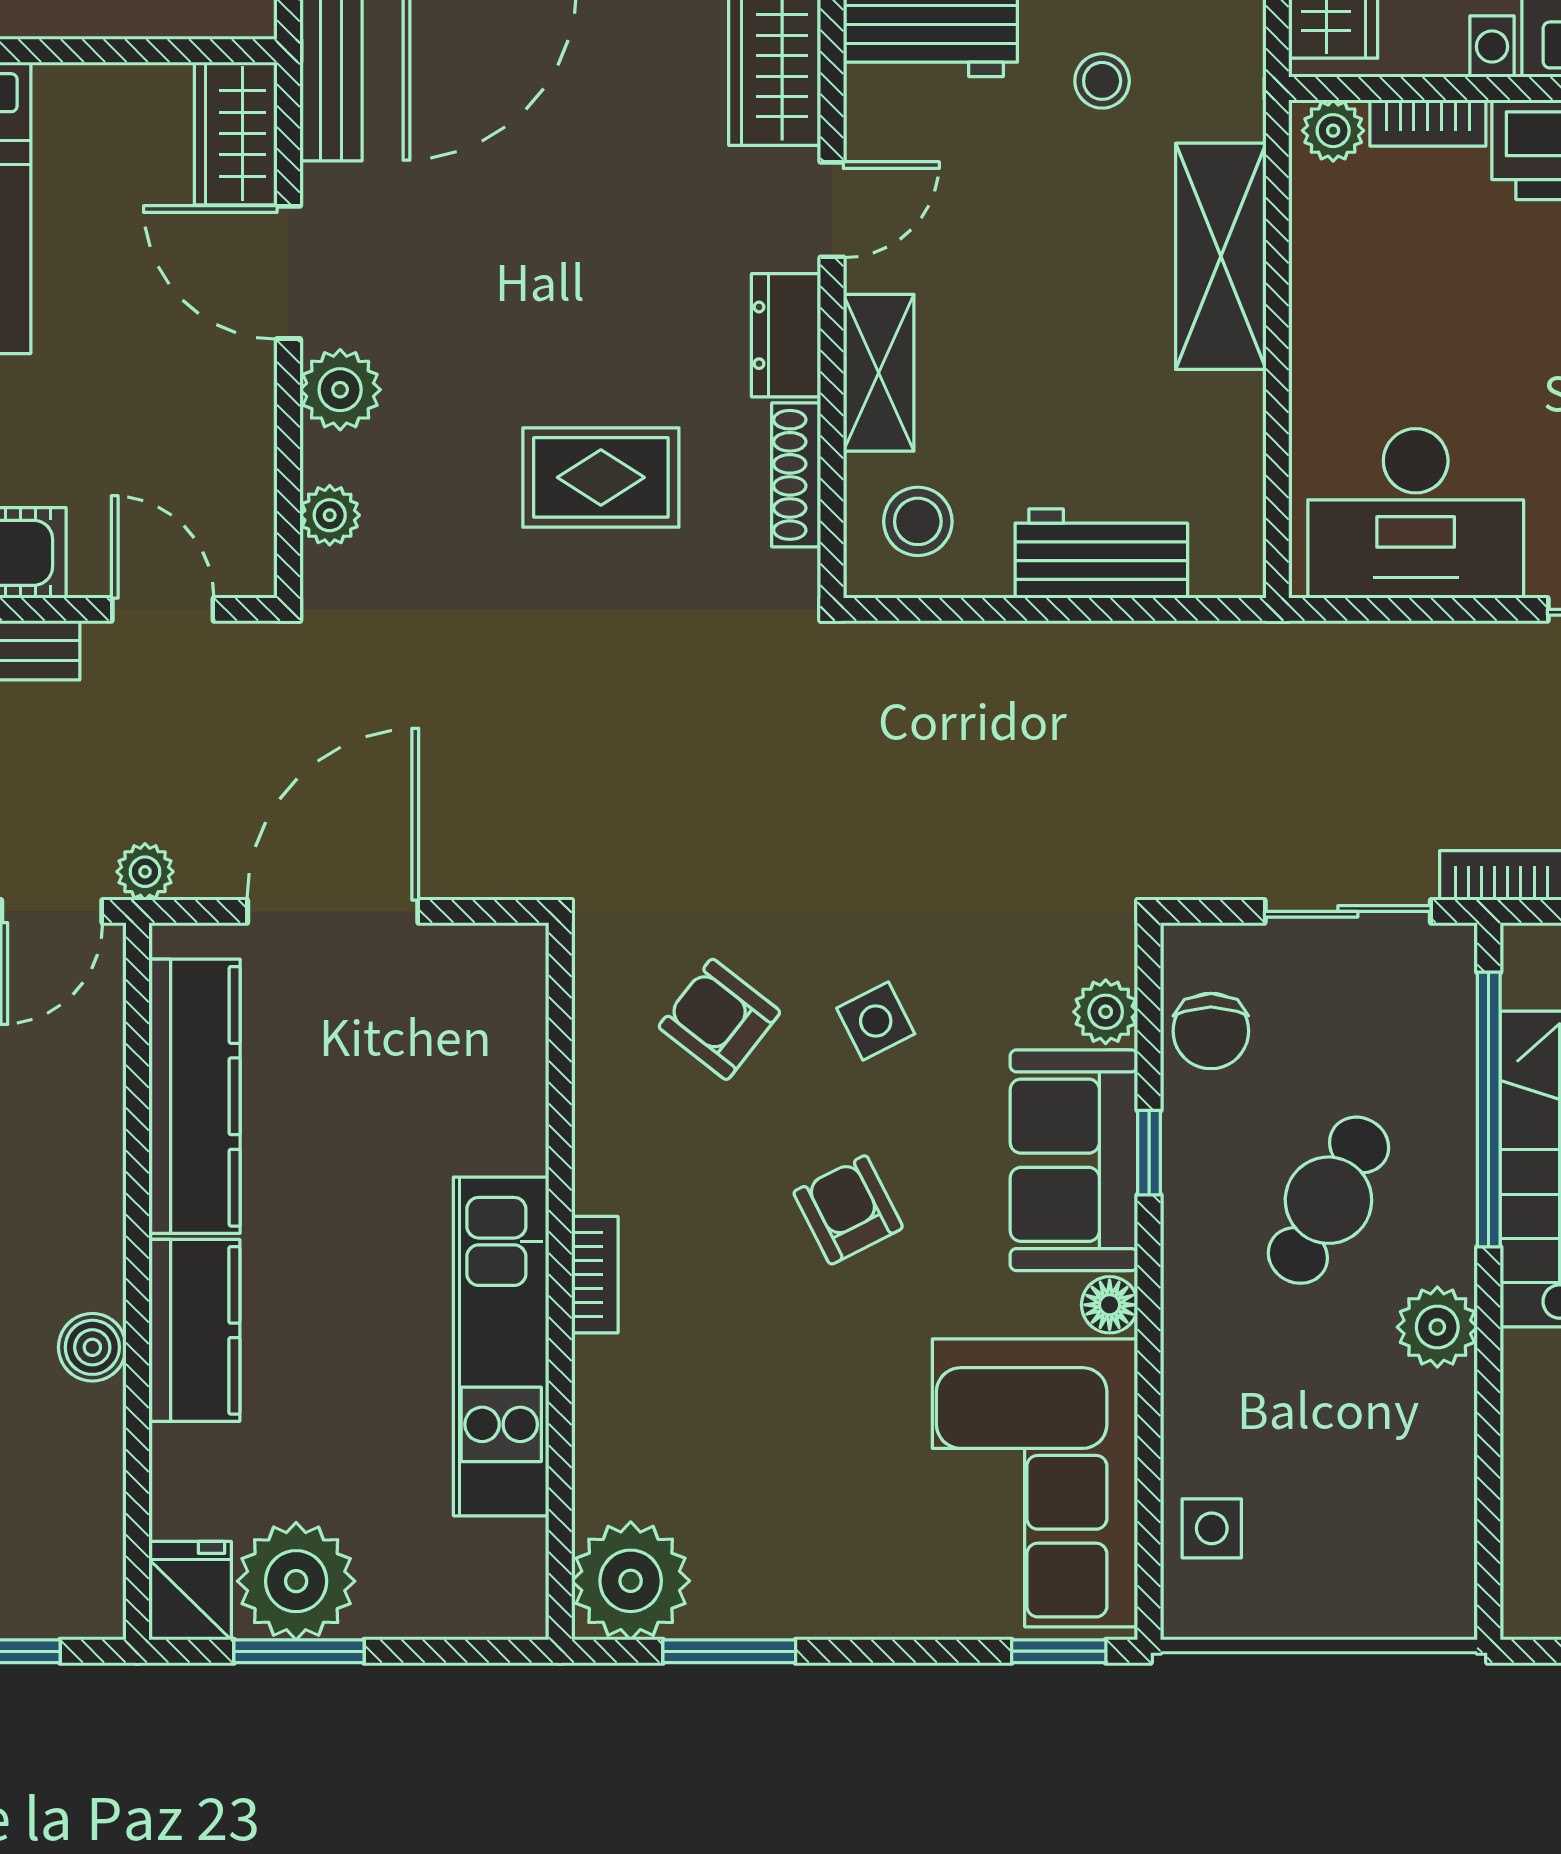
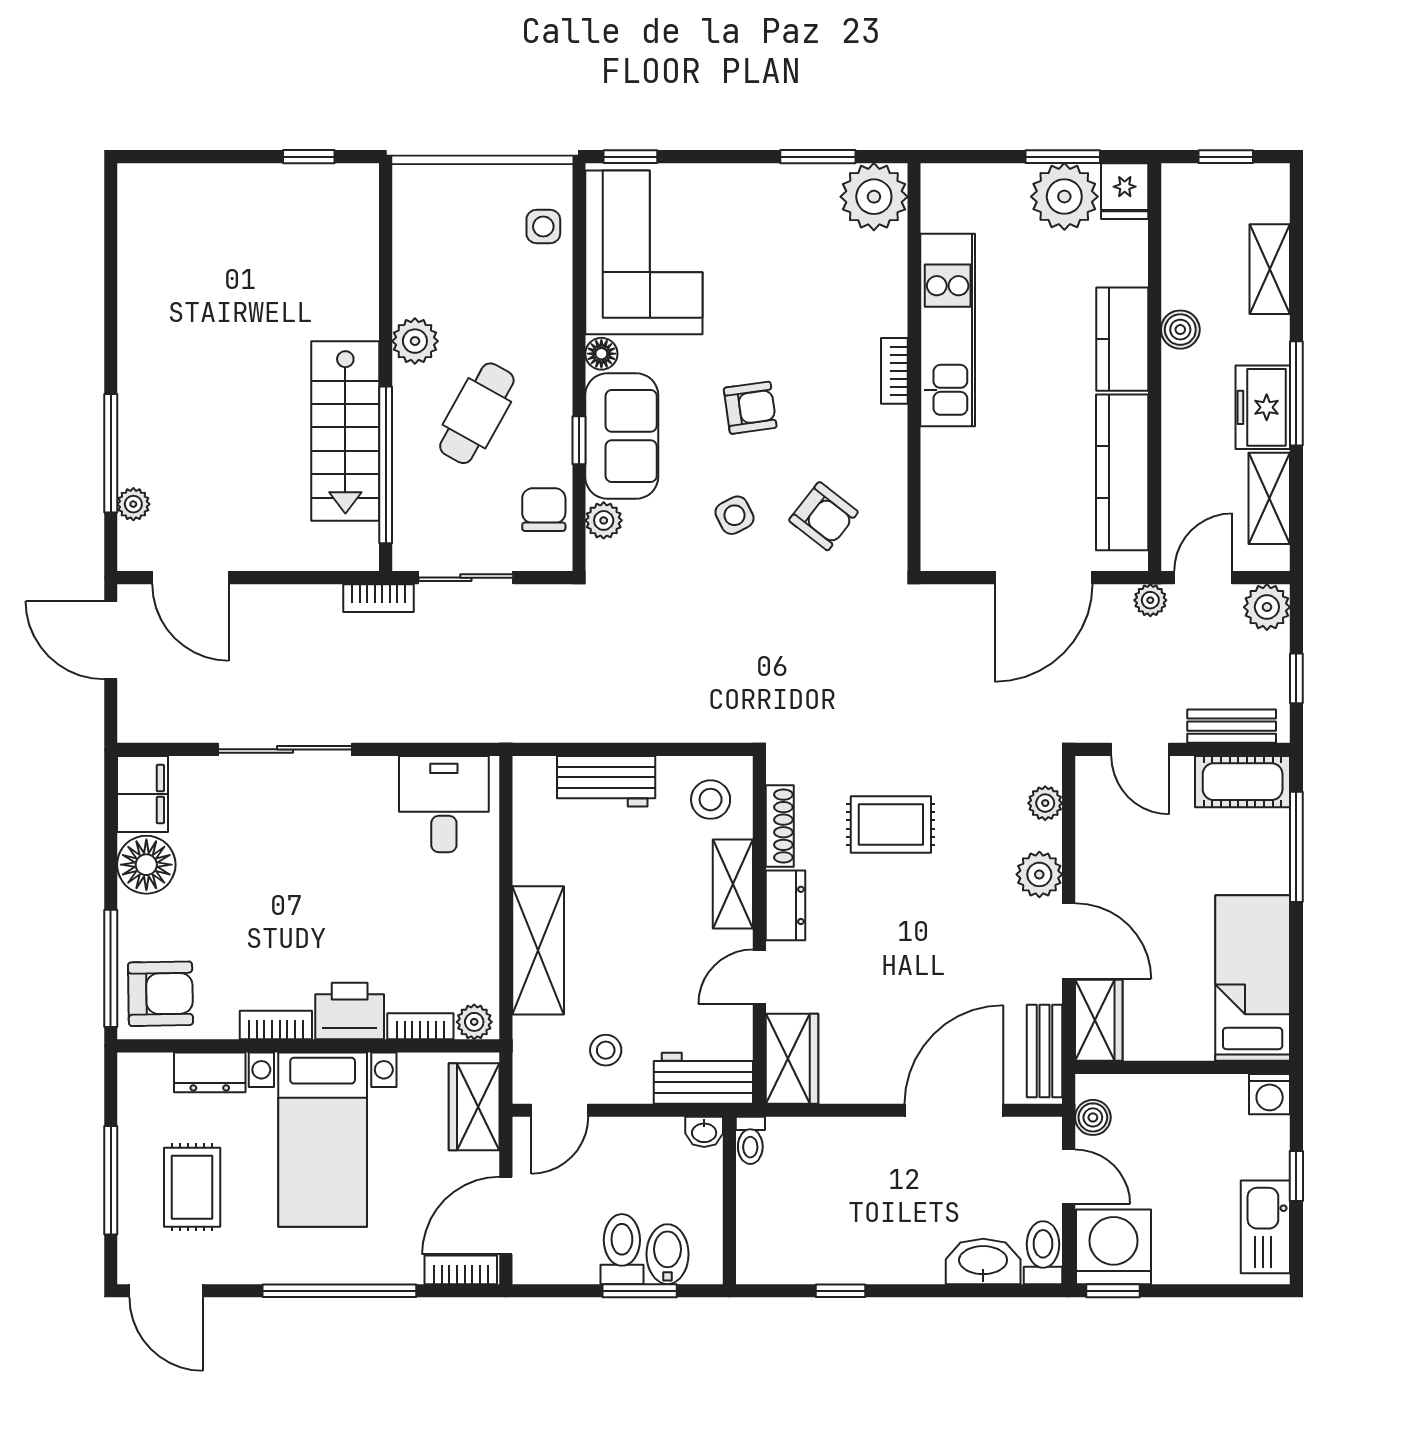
desk: (1416, 513) -> (444, 804), width x0.73
armchair: (848, 1210) -> (750, 408), turned -71

